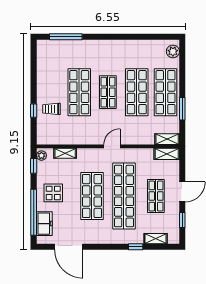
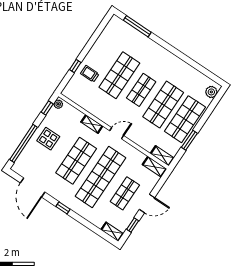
shelving: (65, 153) -> (92, 124), moved
freezer: (44, 224) -> (26, 157), removed
shelving: (156, 239) -> (112, 232), moved
window: (136, 247) -> (63, 208), moved

